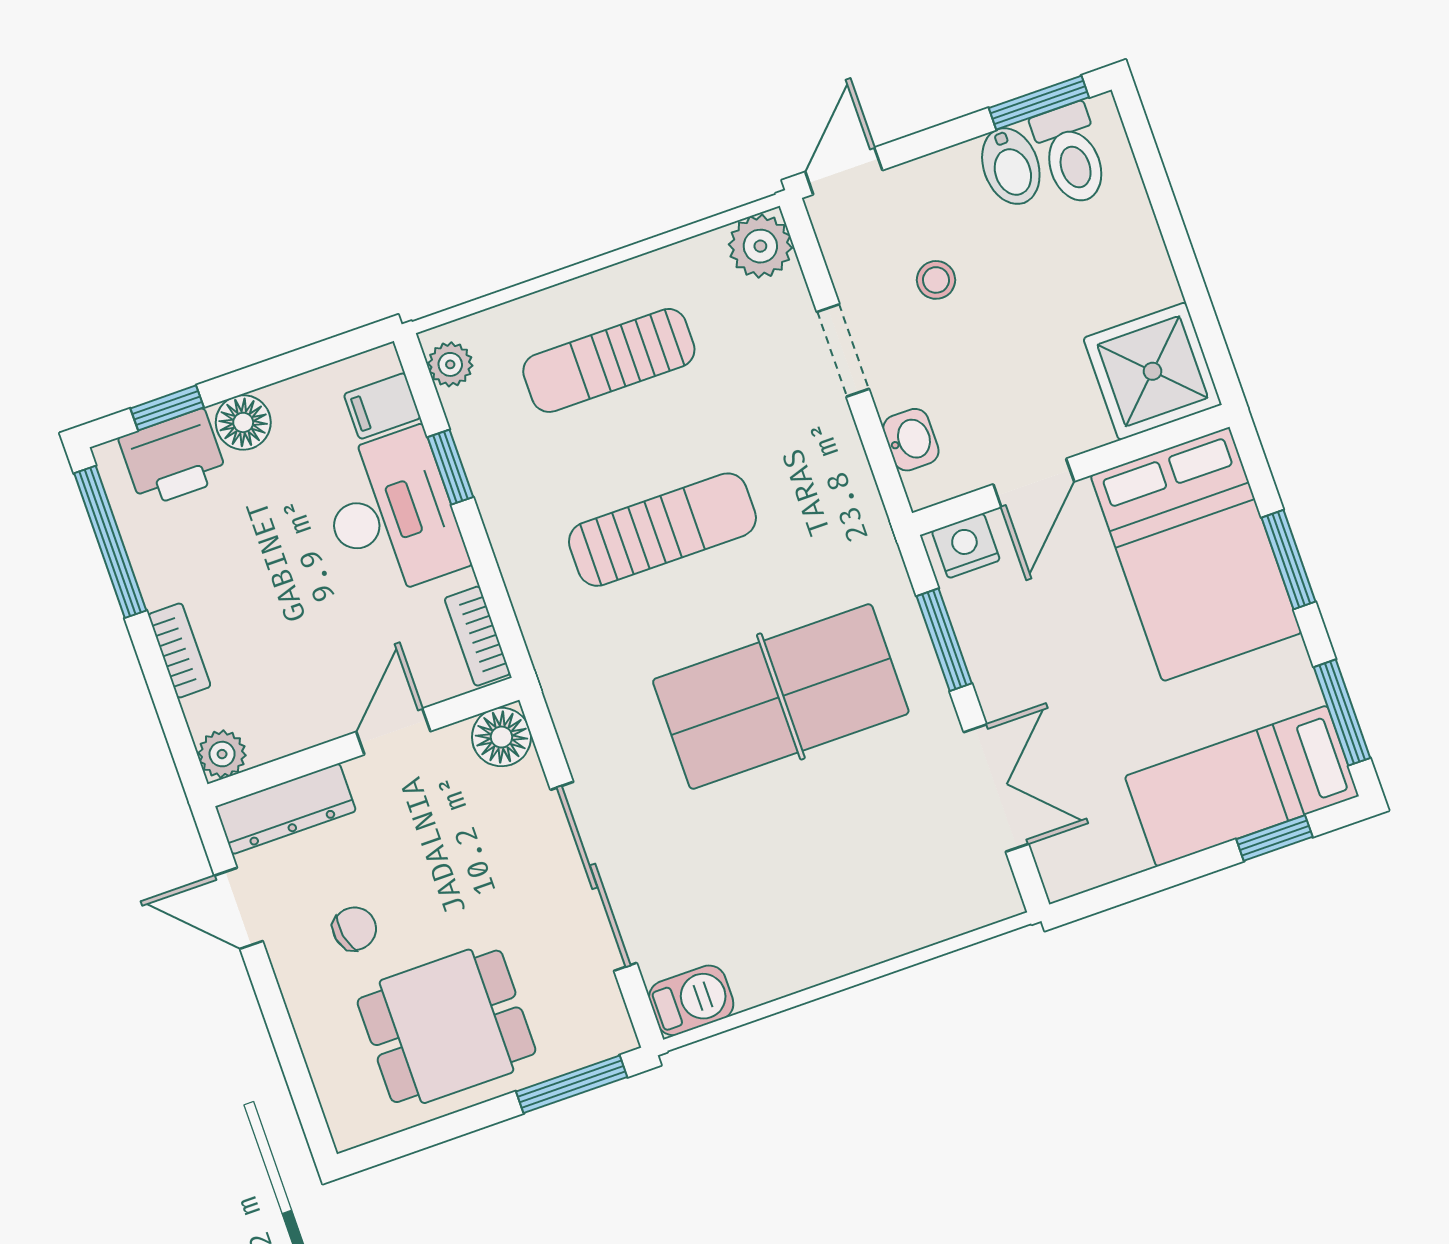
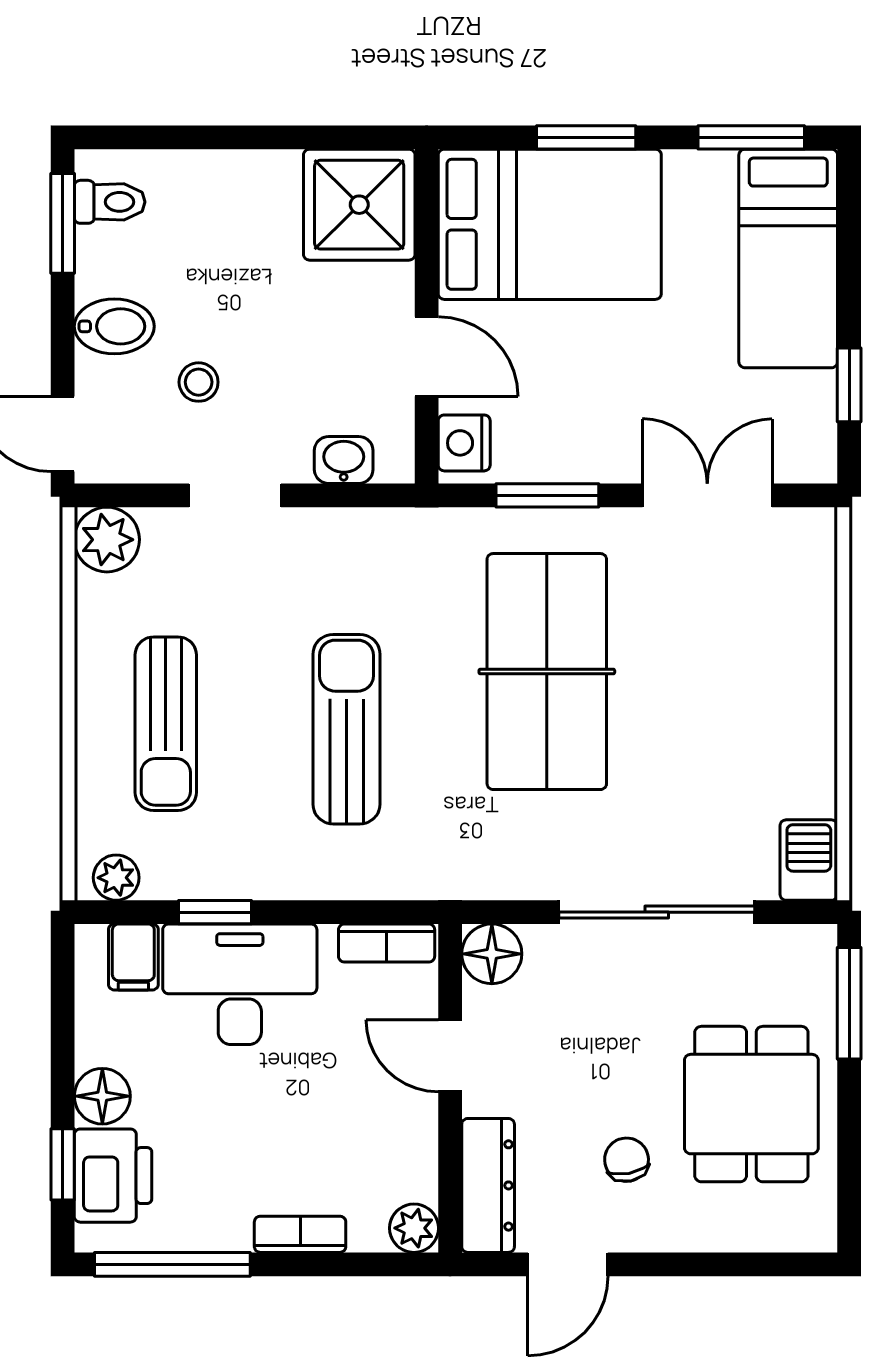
toilet: (1071, 154) -> (110, 202), width x0.73, depth x0.72
bidet: (1011, 166) -> (114, 326), moved
window: (1274, 838) -> (849, 385), moved

